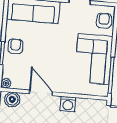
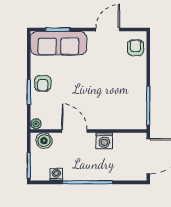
armchair: (15, 46) -> (43, 83), turned 180
corner sofa: (94, 59) -> (128, 90), removed

